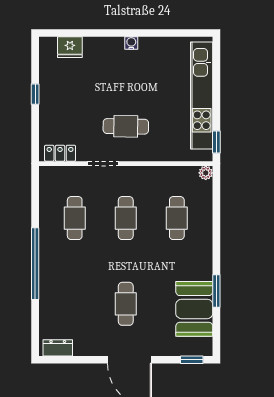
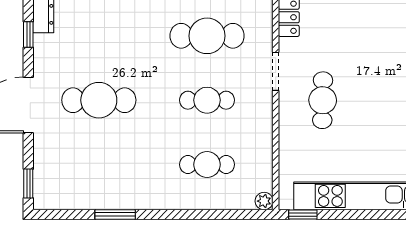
cafe table: (75, 218) -> (207, 36), width x1.37, depth x1.35
cafe table: (126, 304) -> (99, 100), width x1.37, depth x1.35
booth: (194, 309) -> (92, 187), removed
window: (74, 360) -> (28, 35), added

